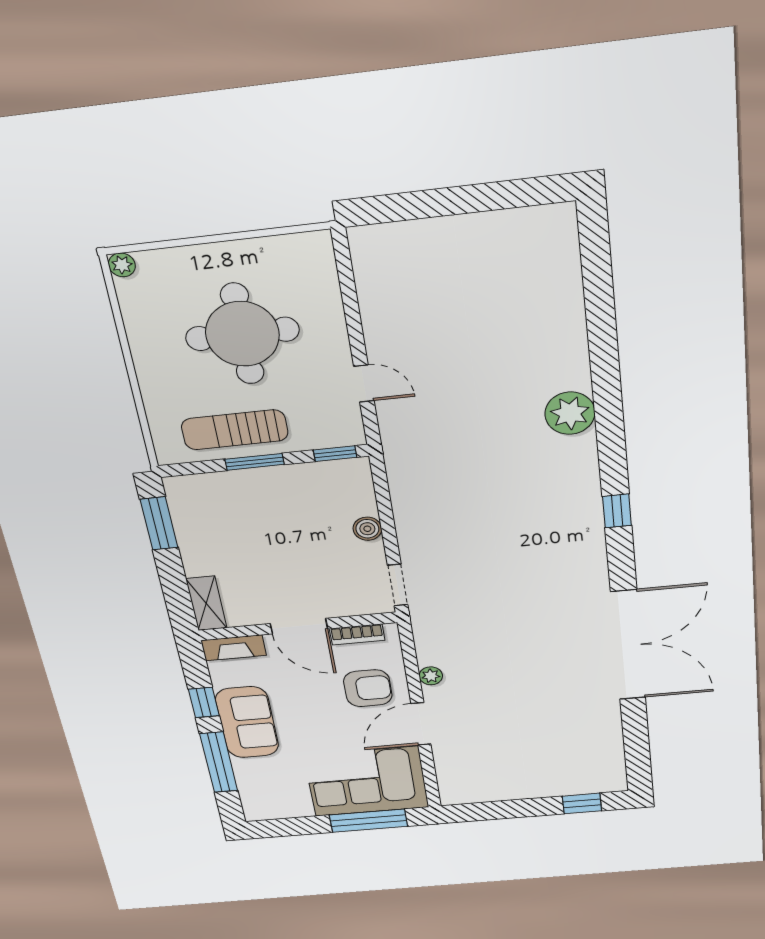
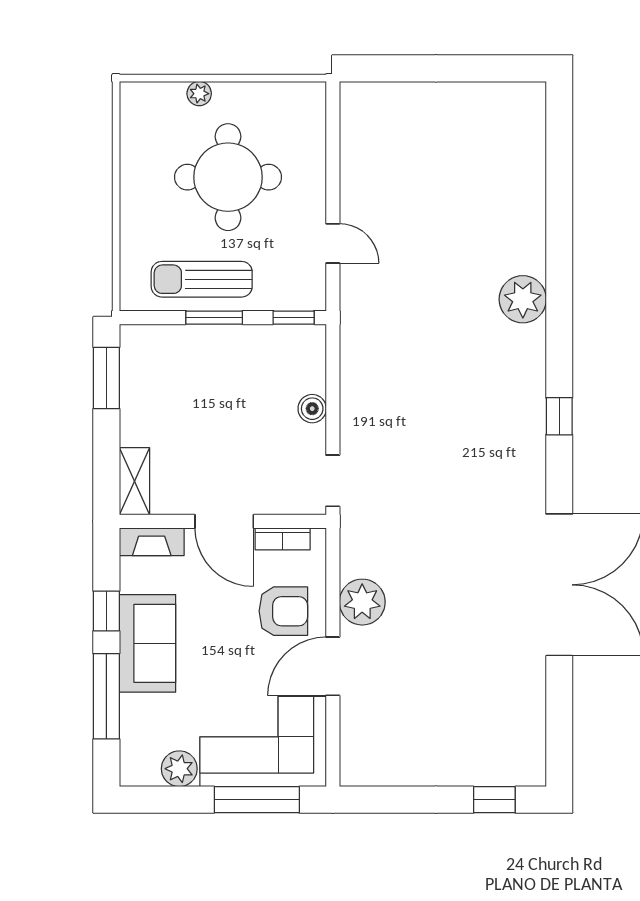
plant: (122, 265) -> (199, 94), moved
plant: (431, 676) -> (362, 602), width x1.87, depth x1.87
plant: (295, 806) -> (179, 769), added

